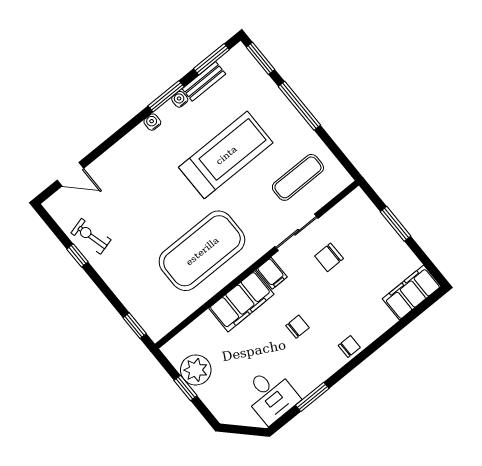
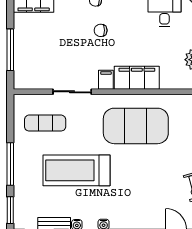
window: (396, 224) -> (10, 50), width x1.44
chair: (329, 257) -> (65, 62), removed
chair: (298, 327) -> (101, 30), moved

